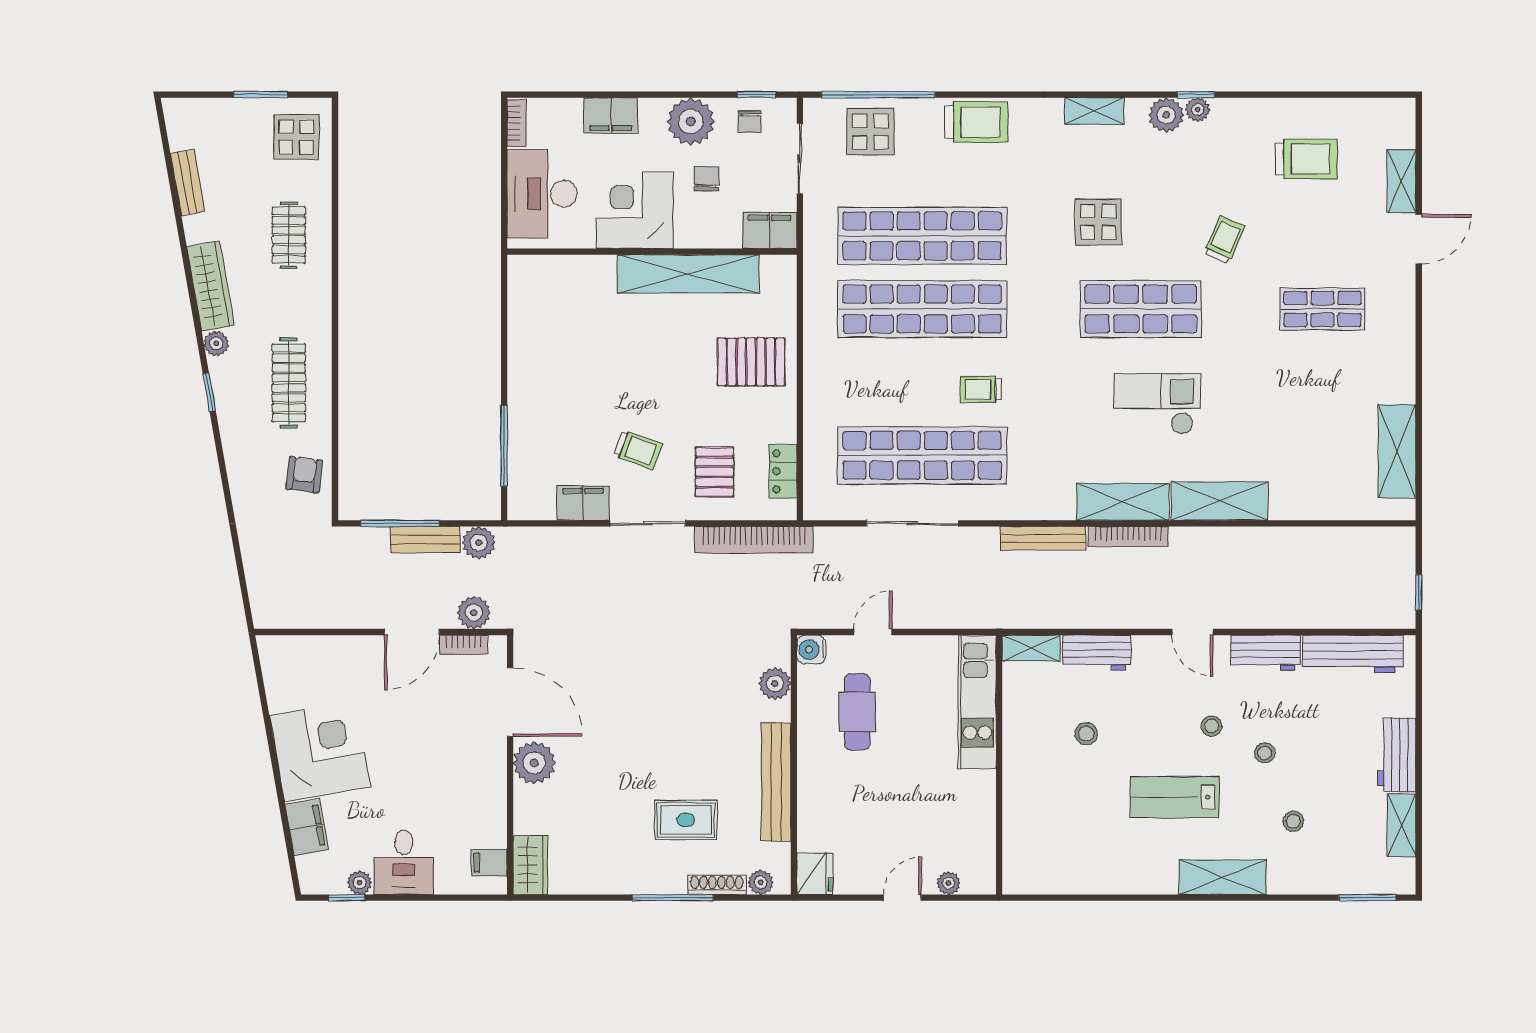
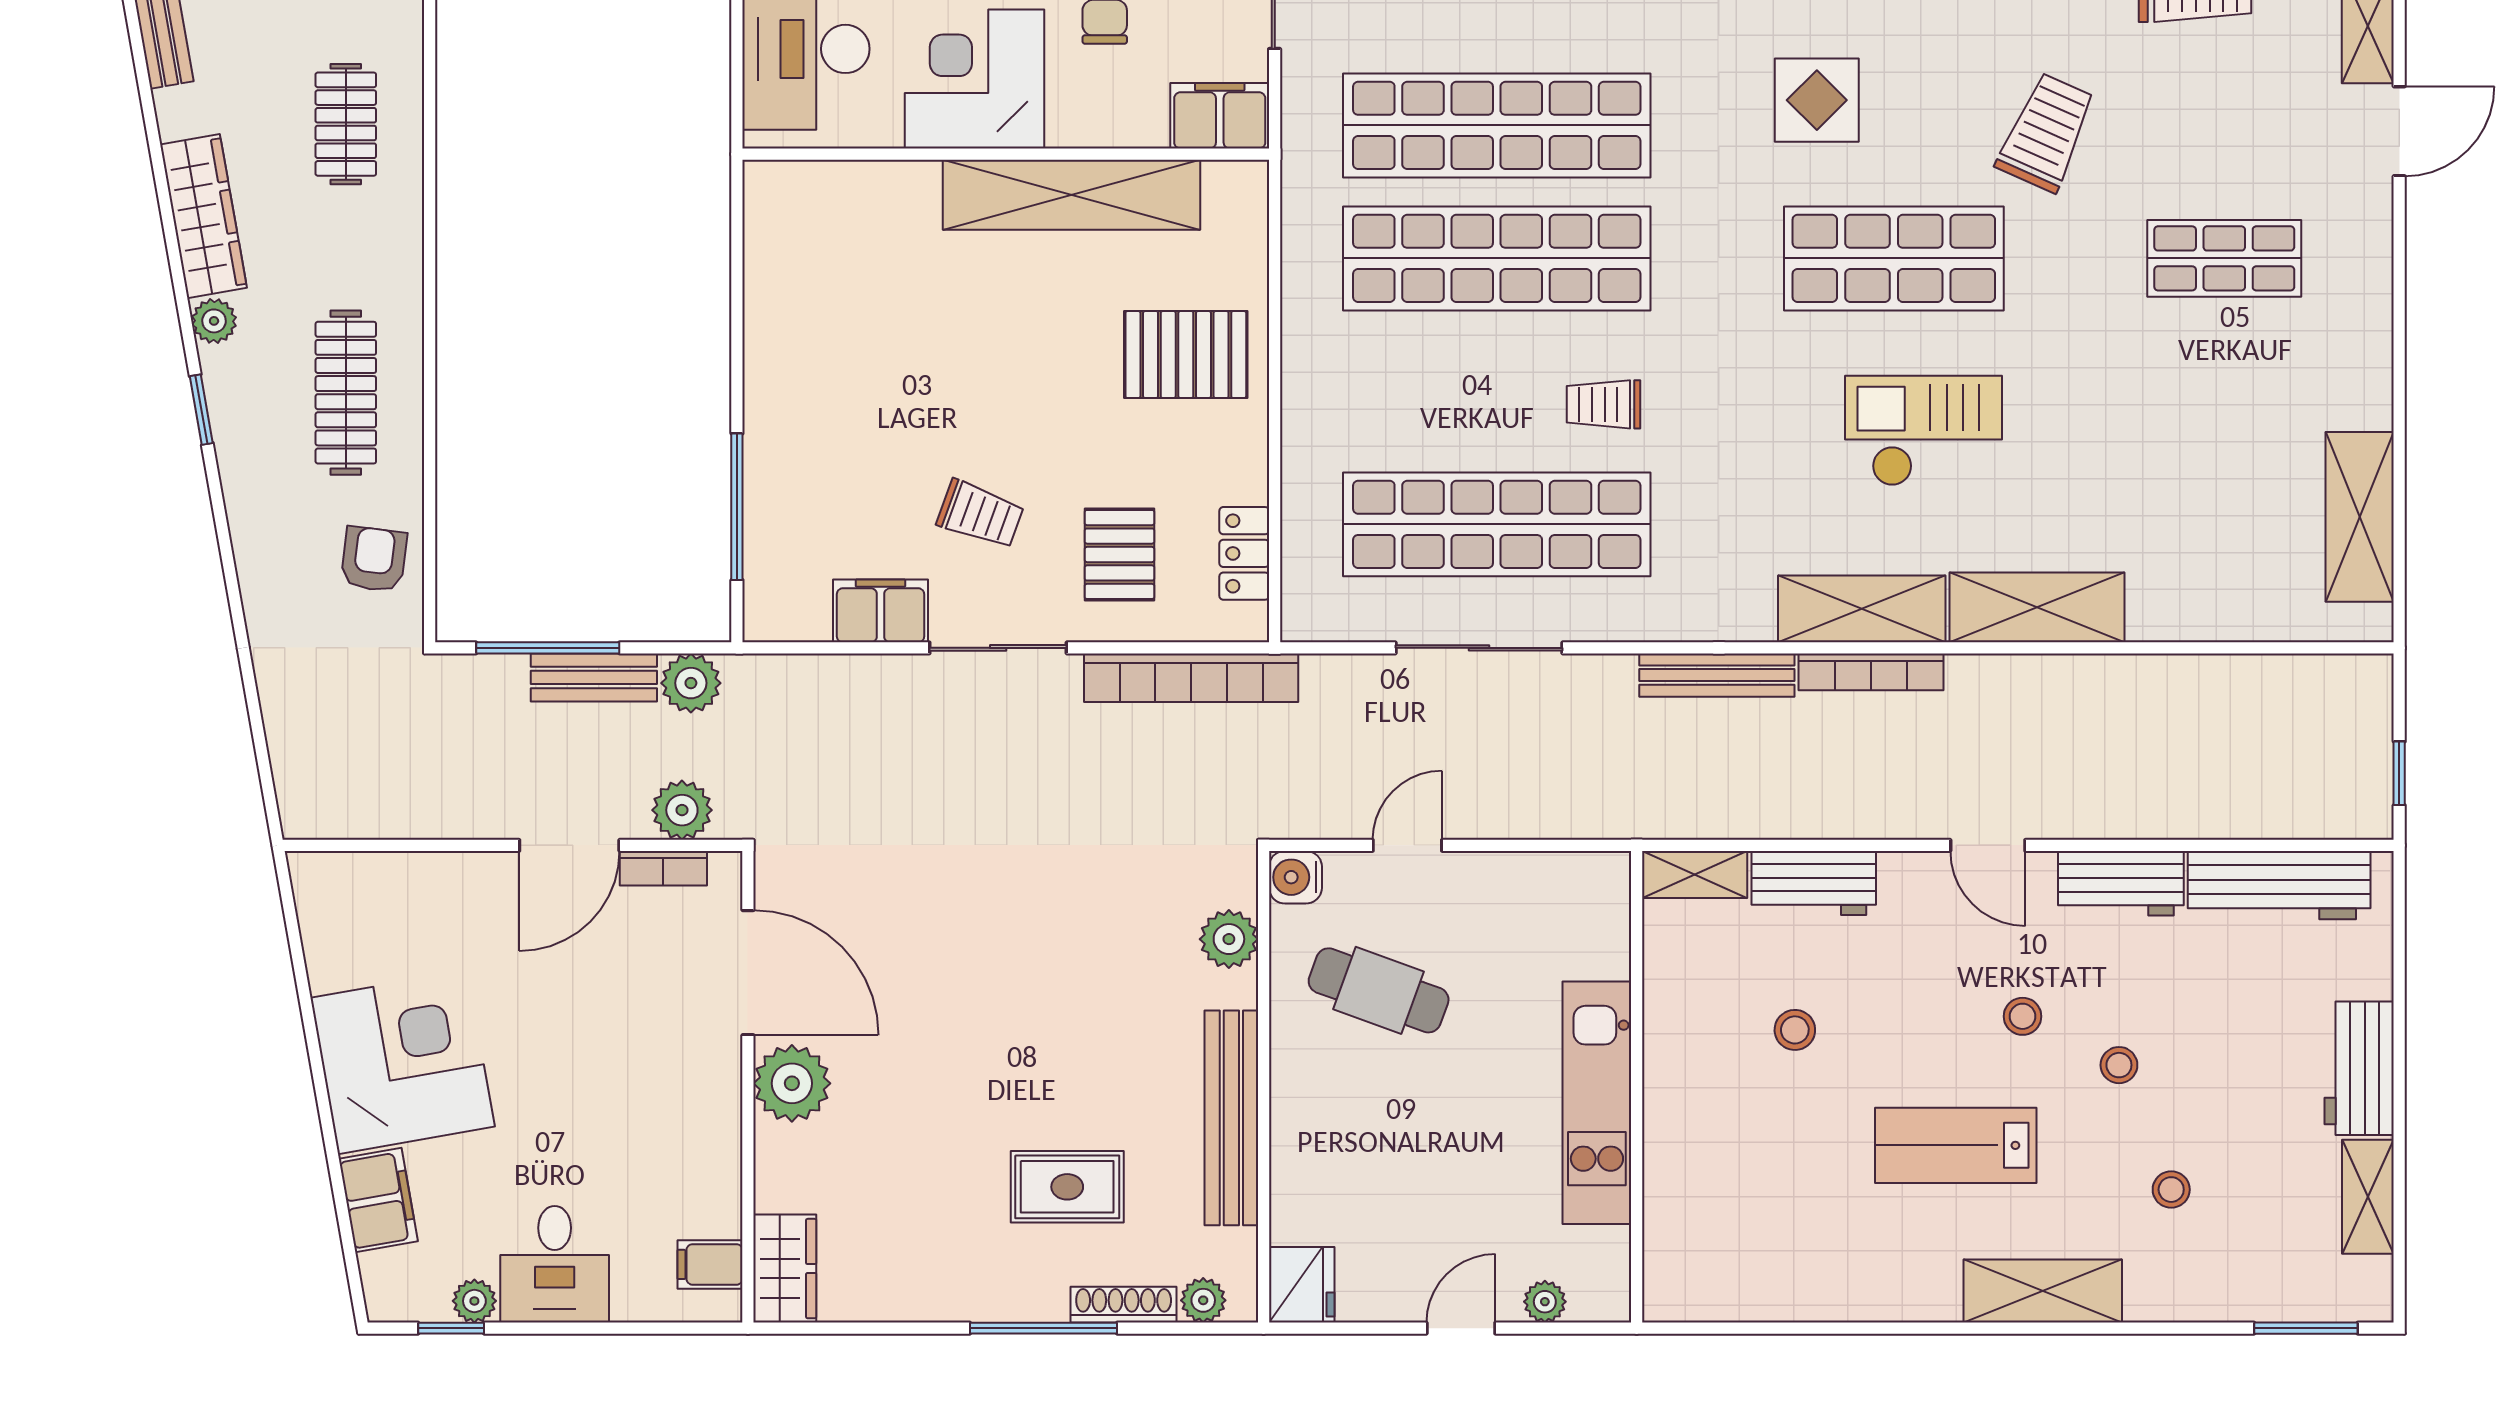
trolley: (1225, 240) -> (2046, 132), width x1.36, depth x1.39
kitchen unit: (977, 702) -> (1597, 1103), moved
cafe table: (857, 712) -> (1379, 990), turned -70

